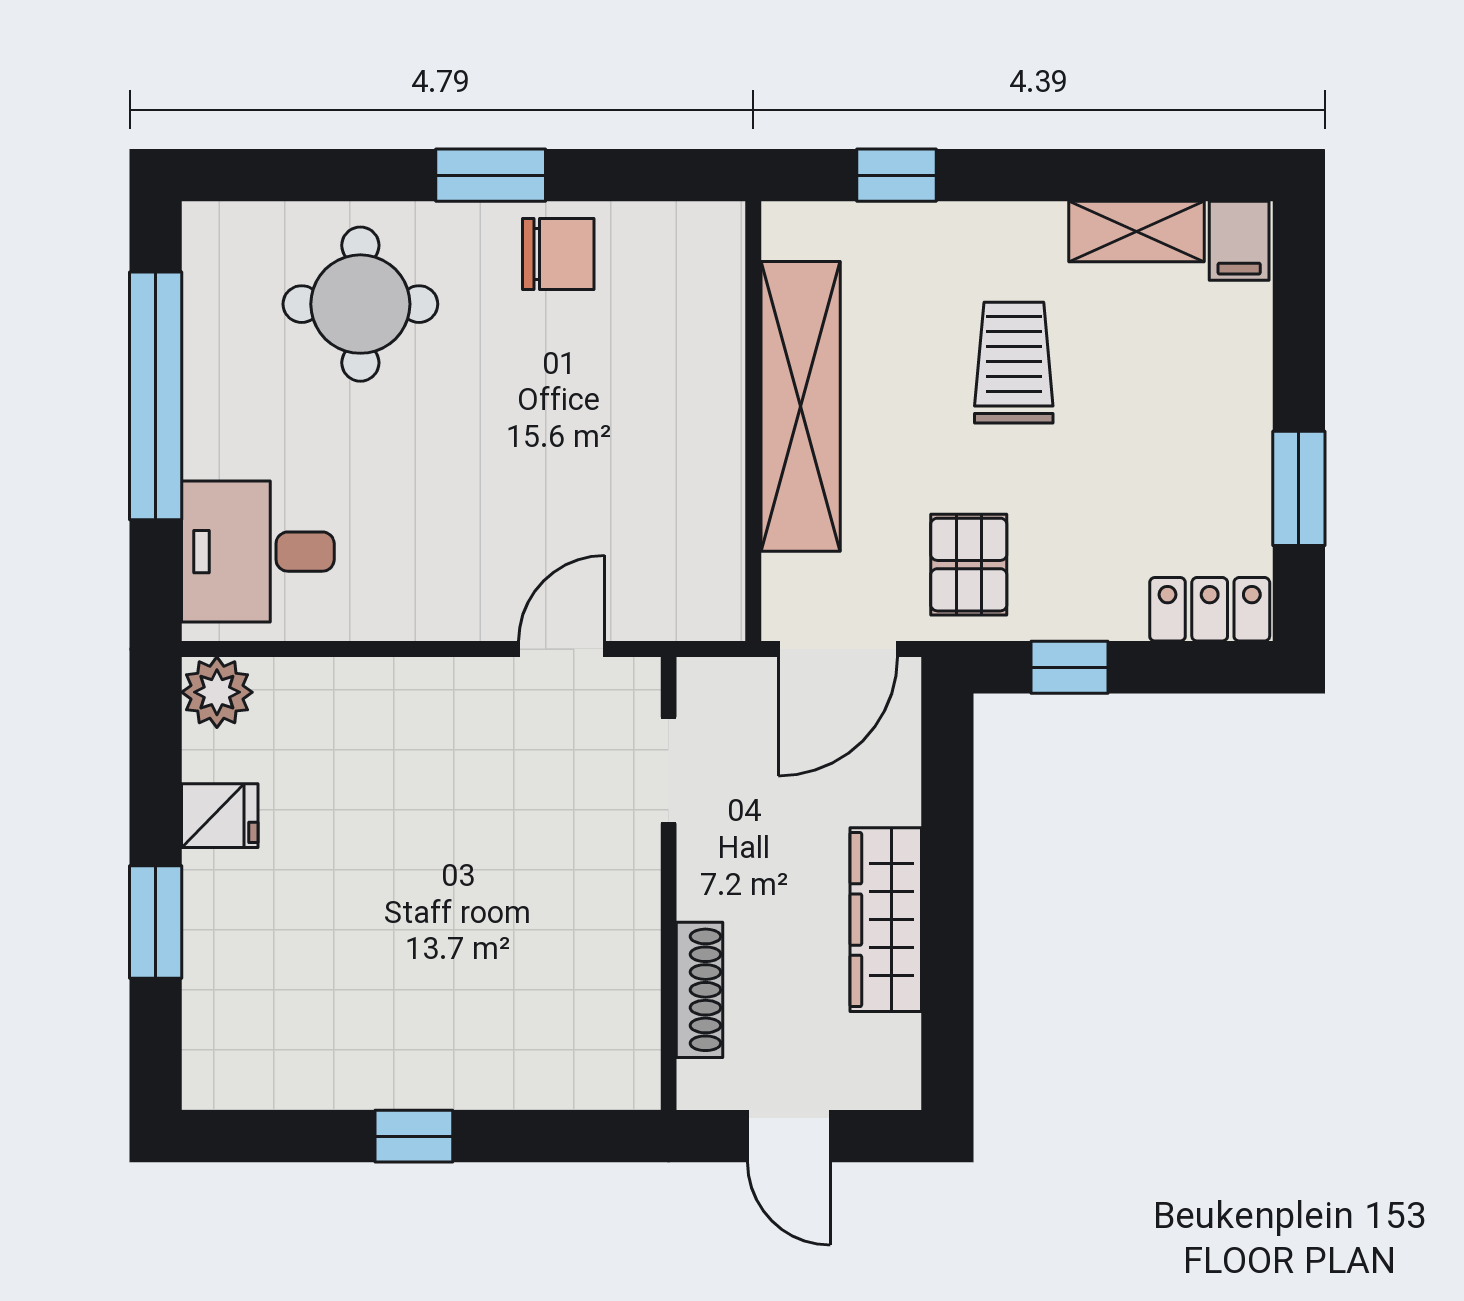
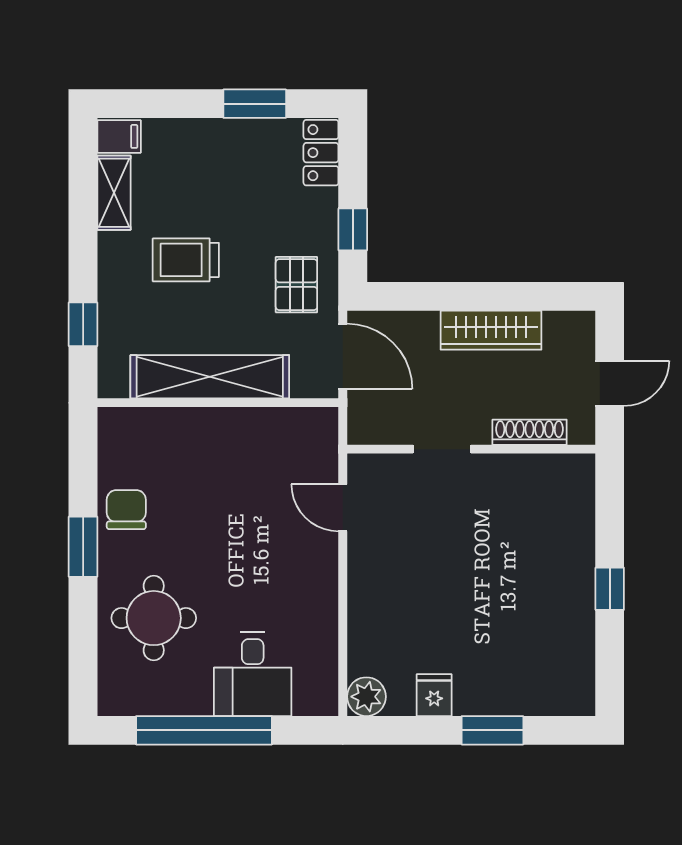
desk: (258, 552) -> (253, 674), moved
pallet: (969, 565) -> (296, 285), turned 90
doorway: (669, 770) -> (442, 449), moved

